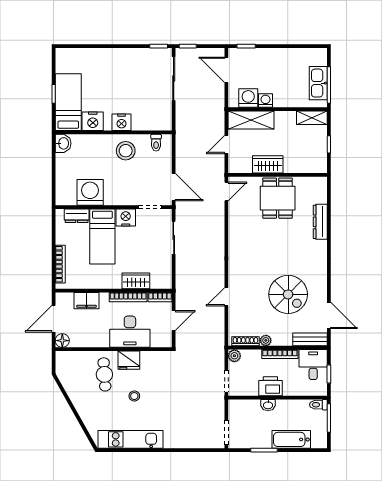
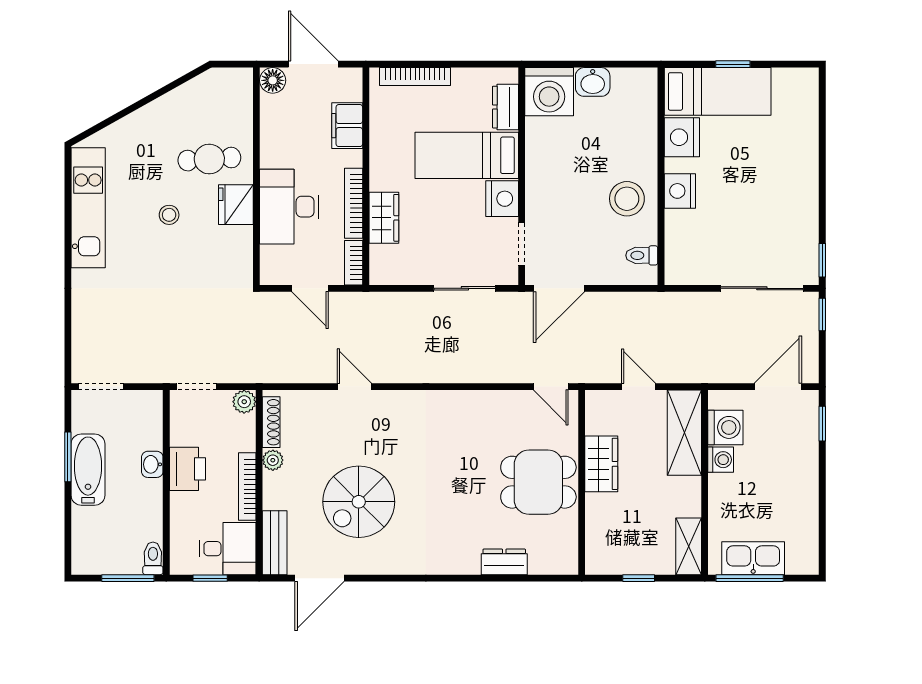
washbasin: (63, 143) -> (593, 82), moved
washing machine: (90, 192) -> (549, 92), moved, turned 90
dresser: (320, 222) -> (504, 562), width x0.70
bathtub: (291, 439) -> (88, 470), moved

